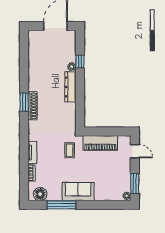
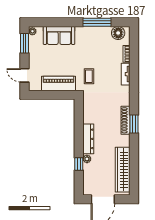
wardrobe: (36, 56) -> (123, 170), added
sofa: (78, 192) -> (59, 35), moved

